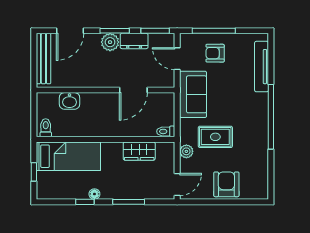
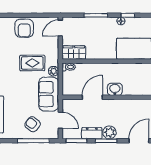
armchair: (215, 53) -> (32, 124), turned -141
washbasin: (69, 101) -> (115, 89), moved
wardrobe: (139, 151) -> (74, 53), moved
plant: (186, 151) -> (54, 71), moved

